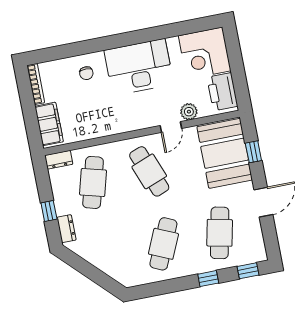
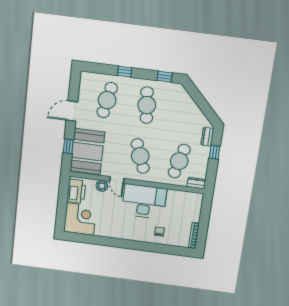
desk: (139, 67) -> (144, 201), moved, turned 180
filing cabinet: (49, 124) -> (194, 208), removed
door: (171, 127) -> (117, 180), swing flipped
cafe table: (163, 244) -> (147, 105), turned -30
window: (248, 271) -> (165, 77), moved

